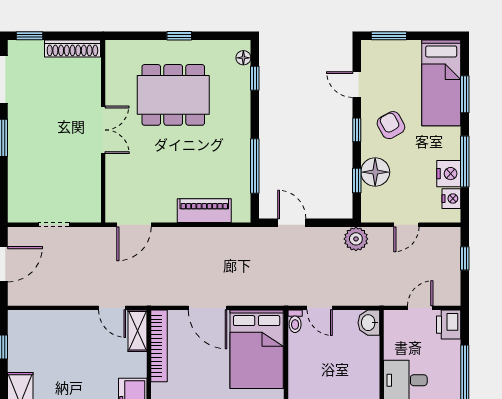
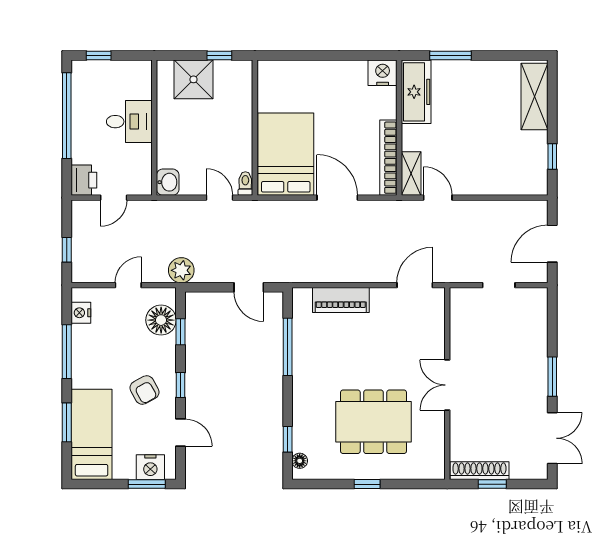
window: (30, 36) -> (492, 484), moved
floor lamp: (375, 172) -> (161, 320), moved
nightstand: (449, 174) -> (150, 467), moved, turned -90

